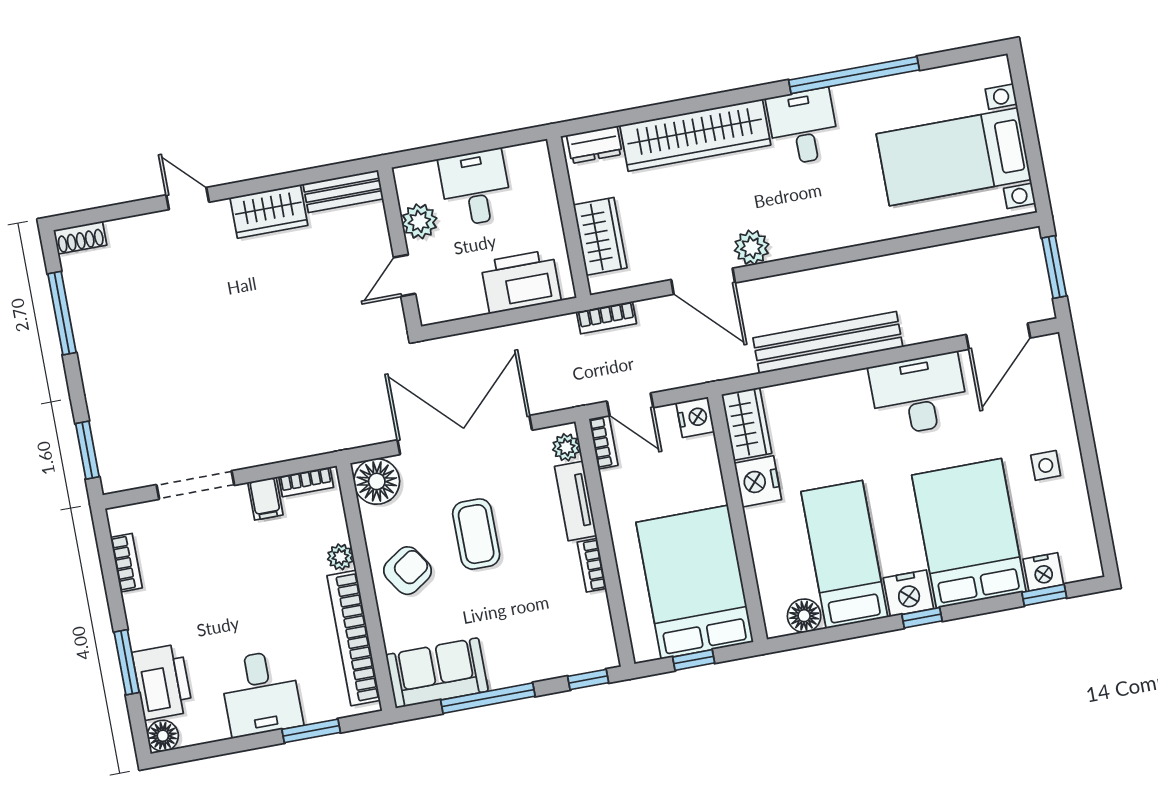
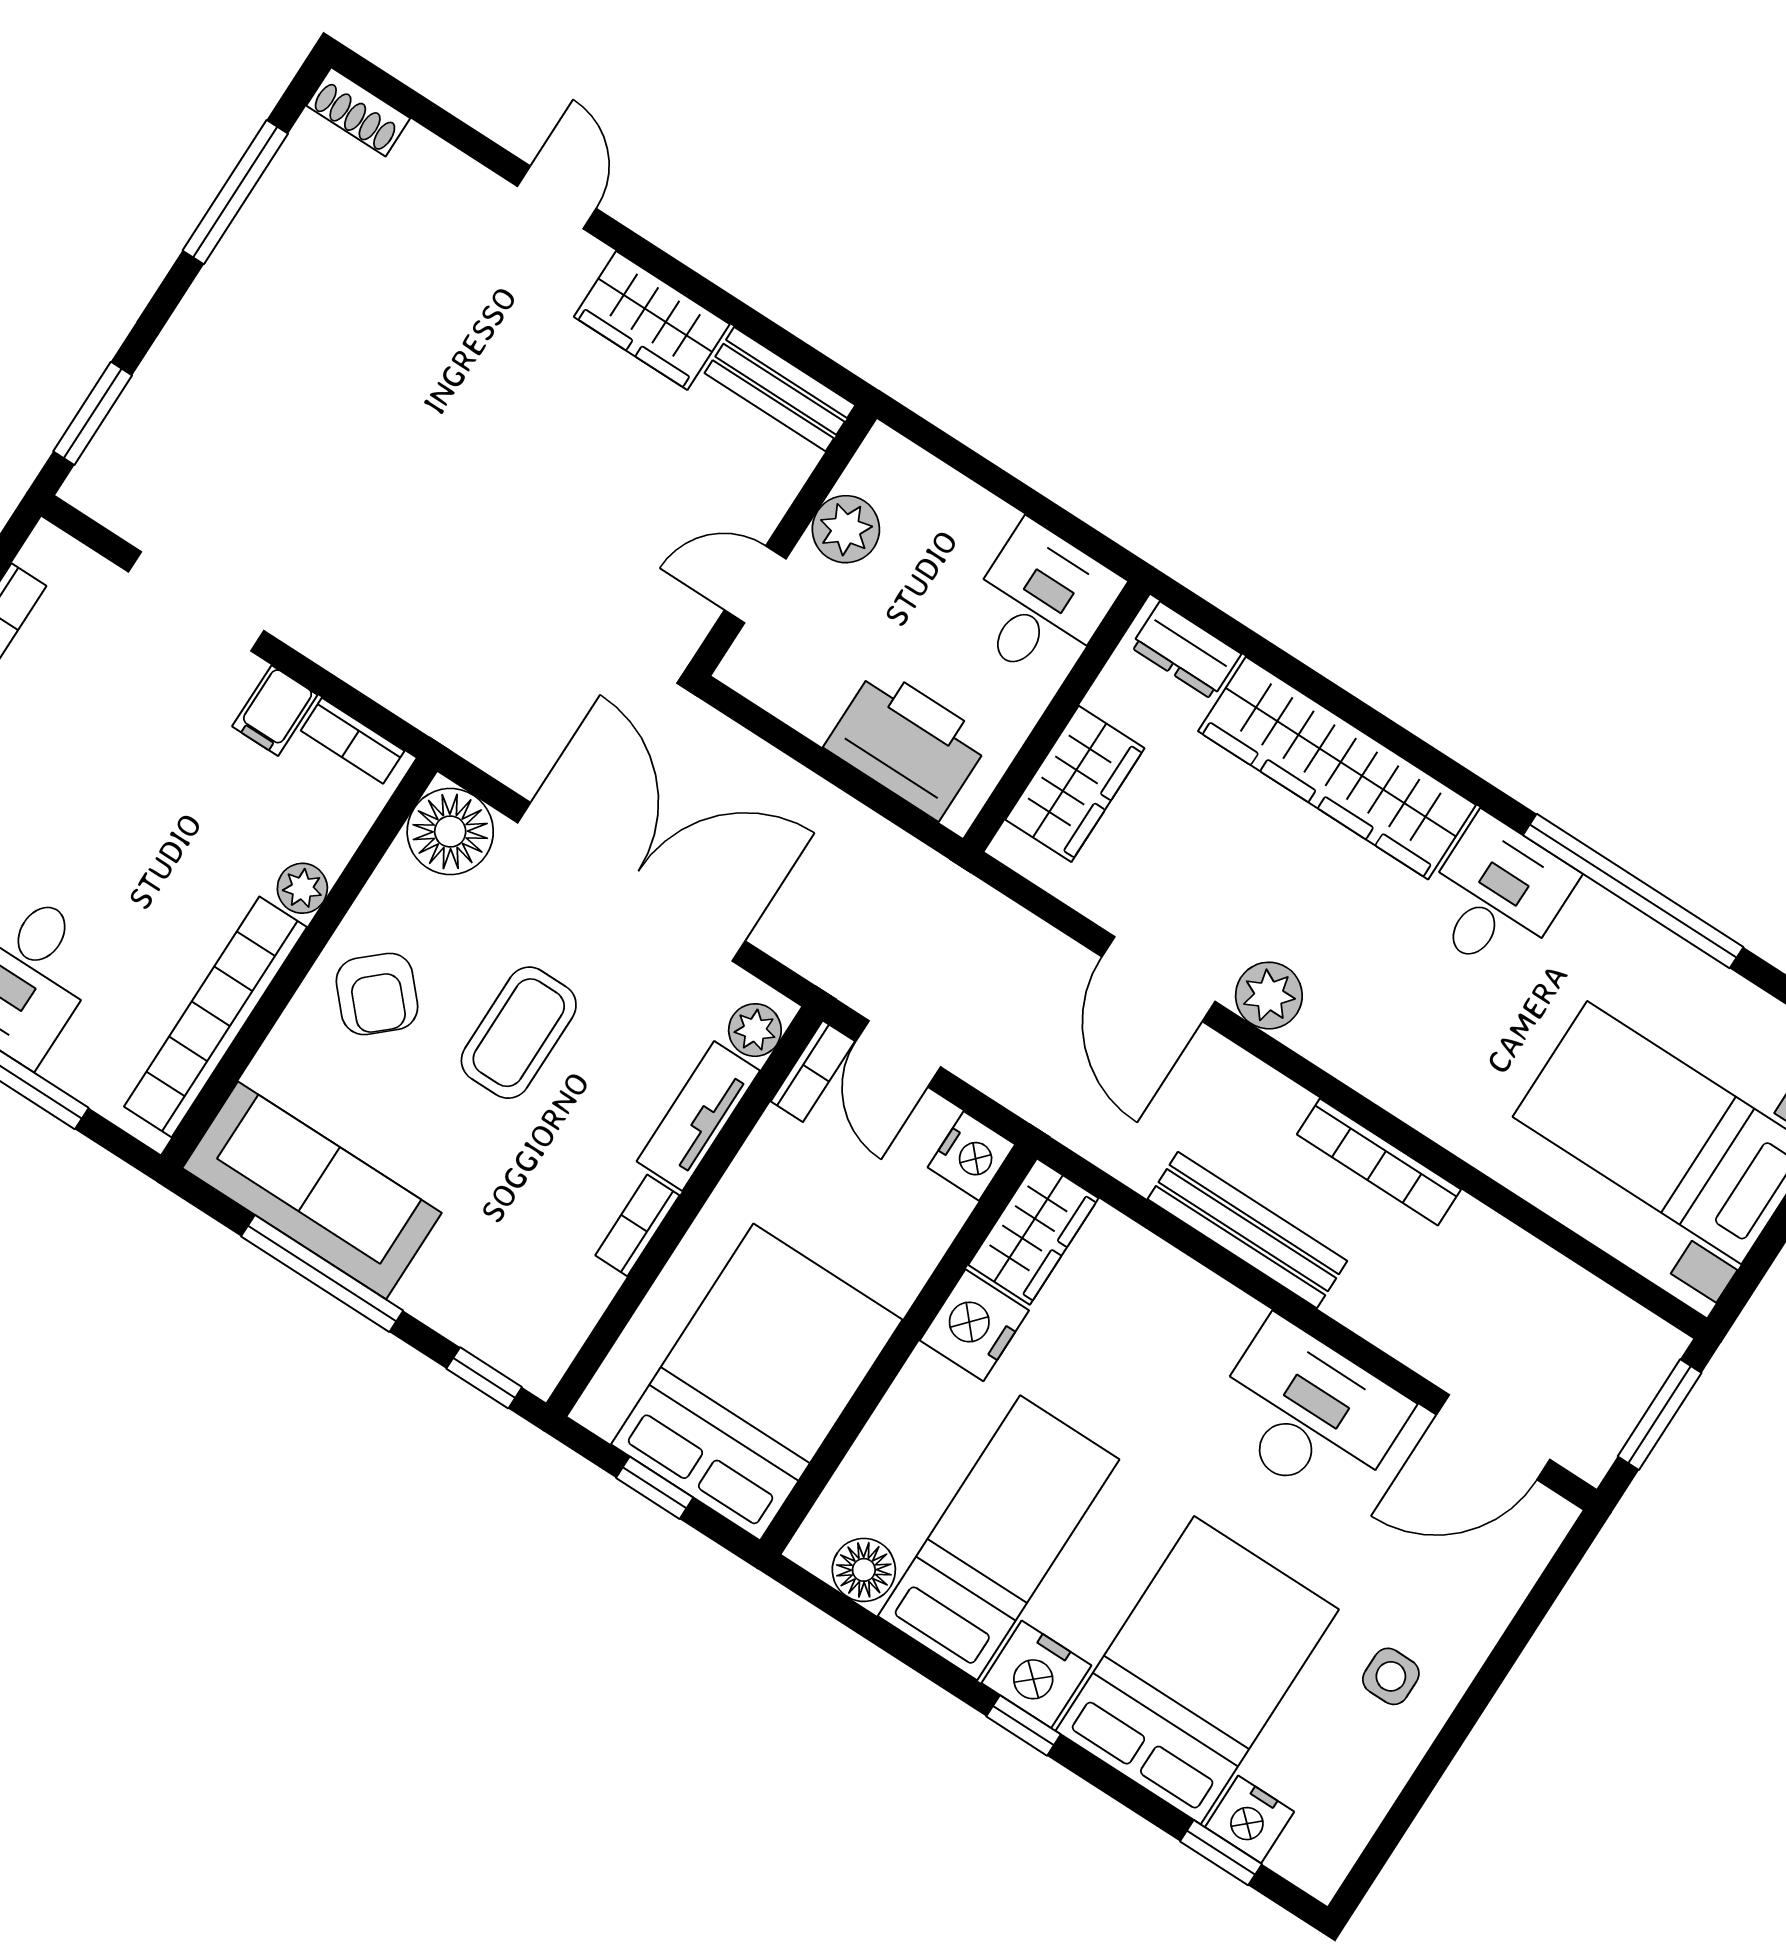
desk: (476, 188) -> (1041, 603), moved
bookcase: (607, 318) -> (1379, 1162), moved, width x1.56
bench: (828, 342) -> (1247, 1230), width x0.73, depth x0.82
armchair: (408, 571) -> (377, 994), turned 82
sofa: (437, 673) -> (312, 1190), width x1.36

